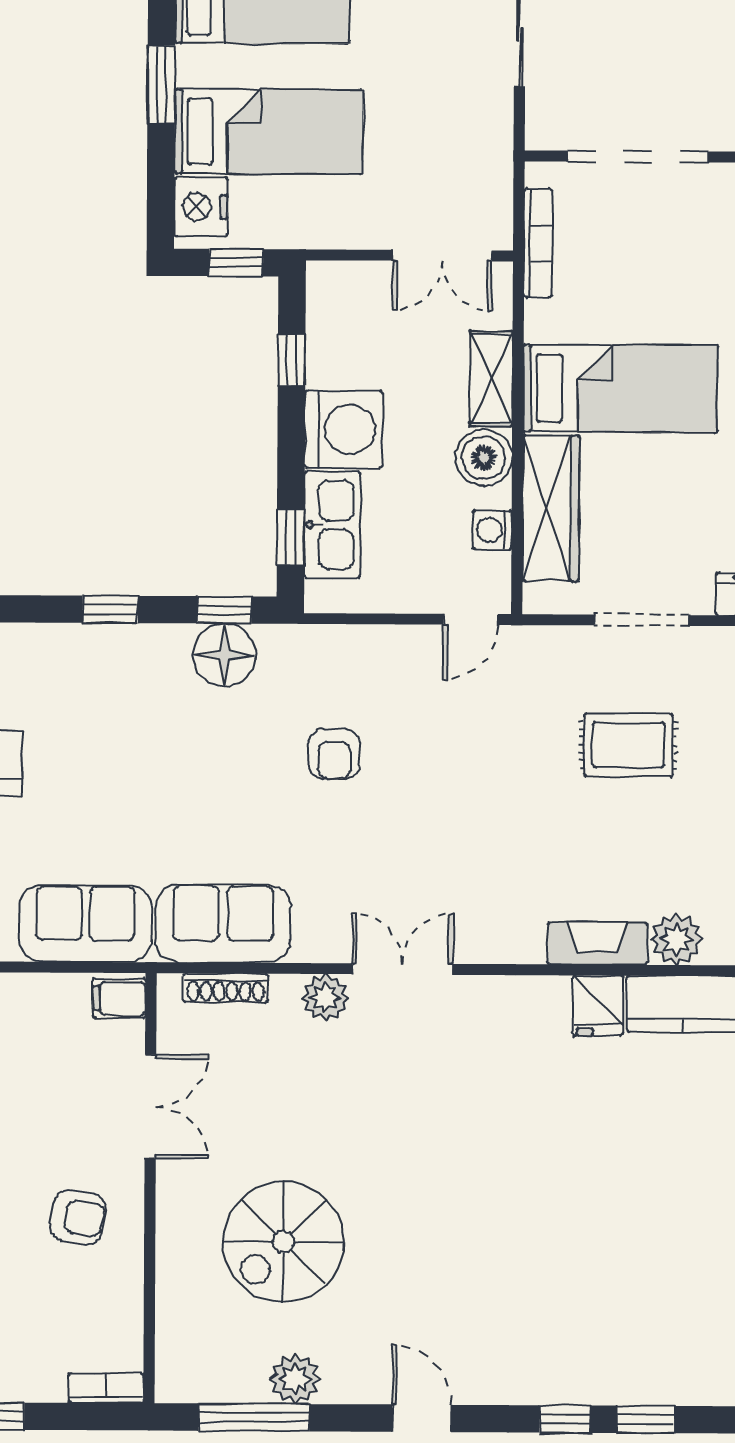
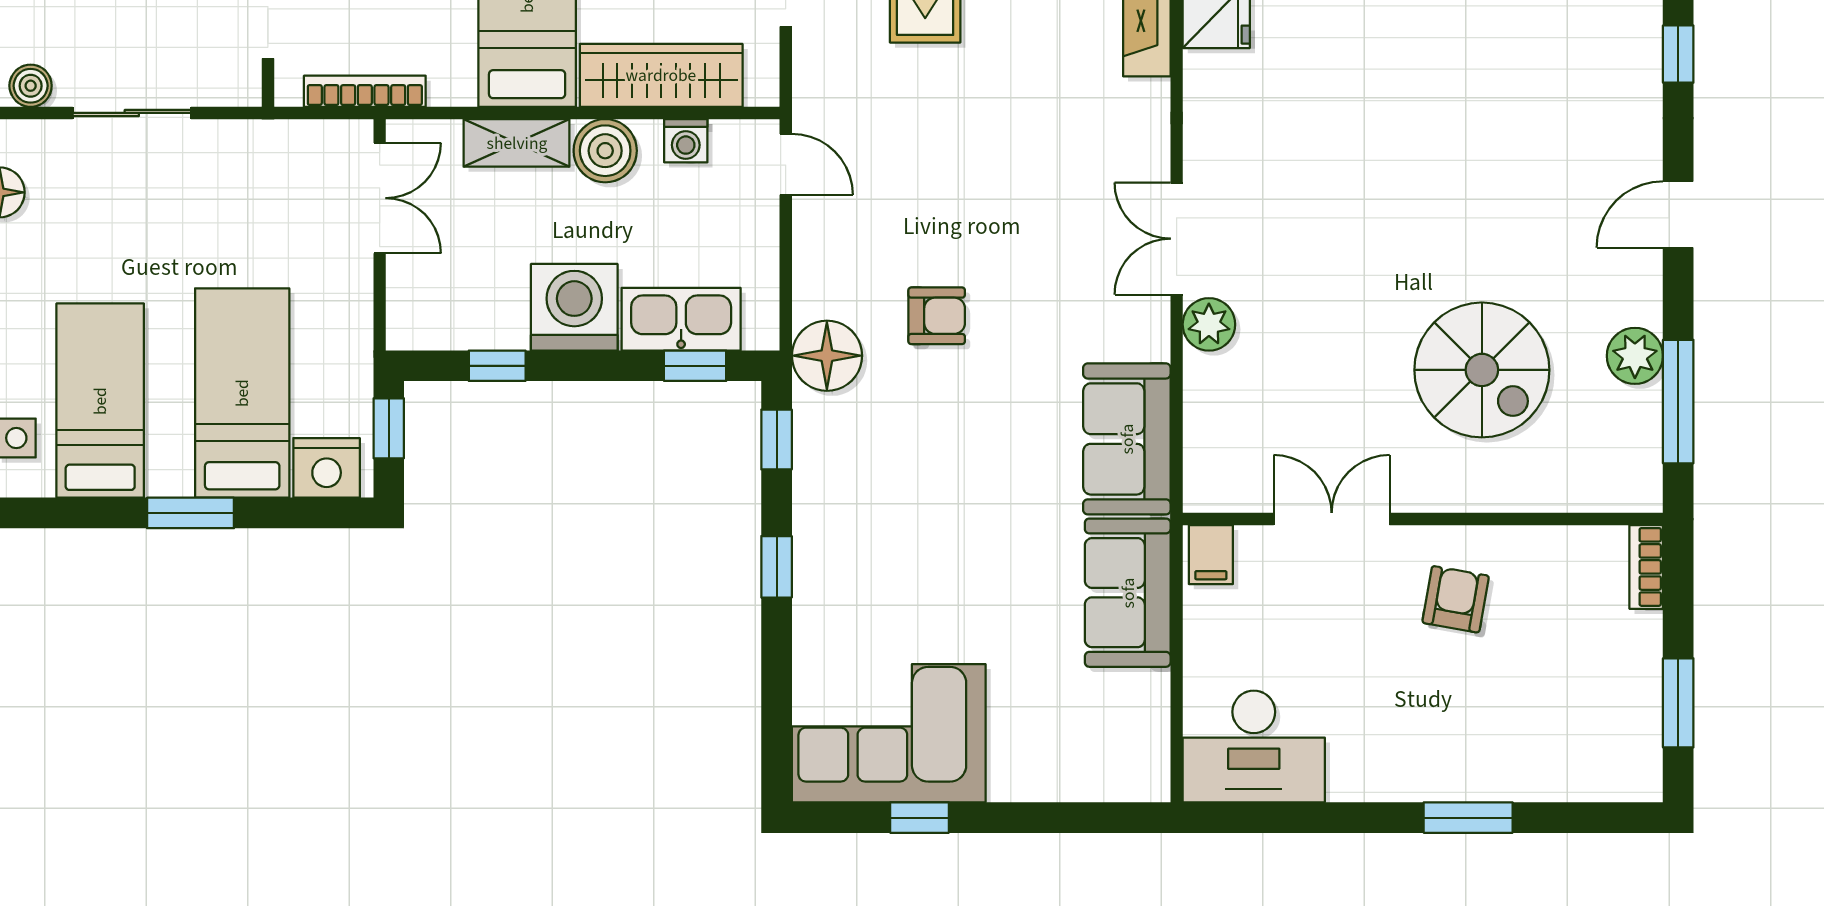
floor lamp: (224, 655) -> (827, 356), moved
shoe rack: (226, 988) -> (1199, 436), removed

